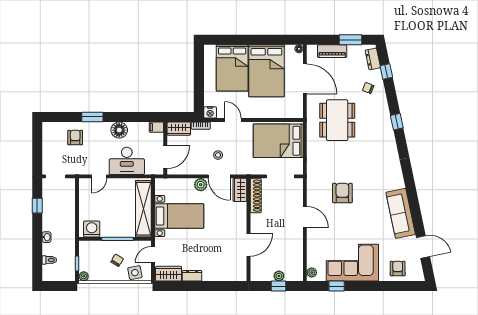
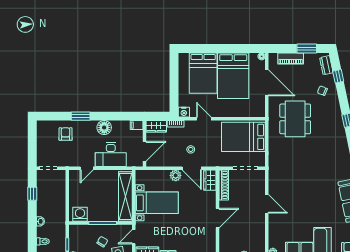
armchair: (342, 193) -> (300, 183), removed
door: (248, 245) -> (217, 218), moved

